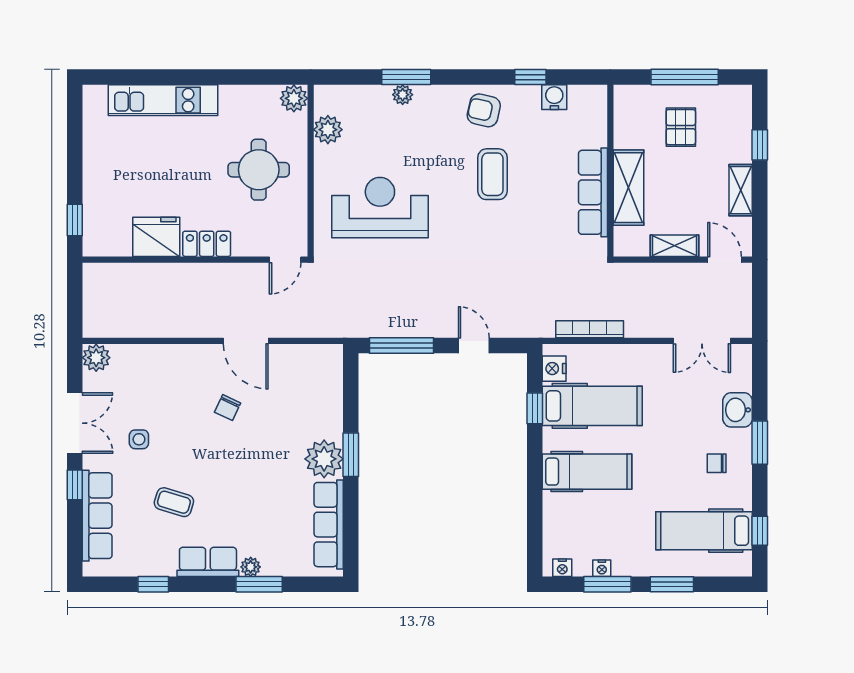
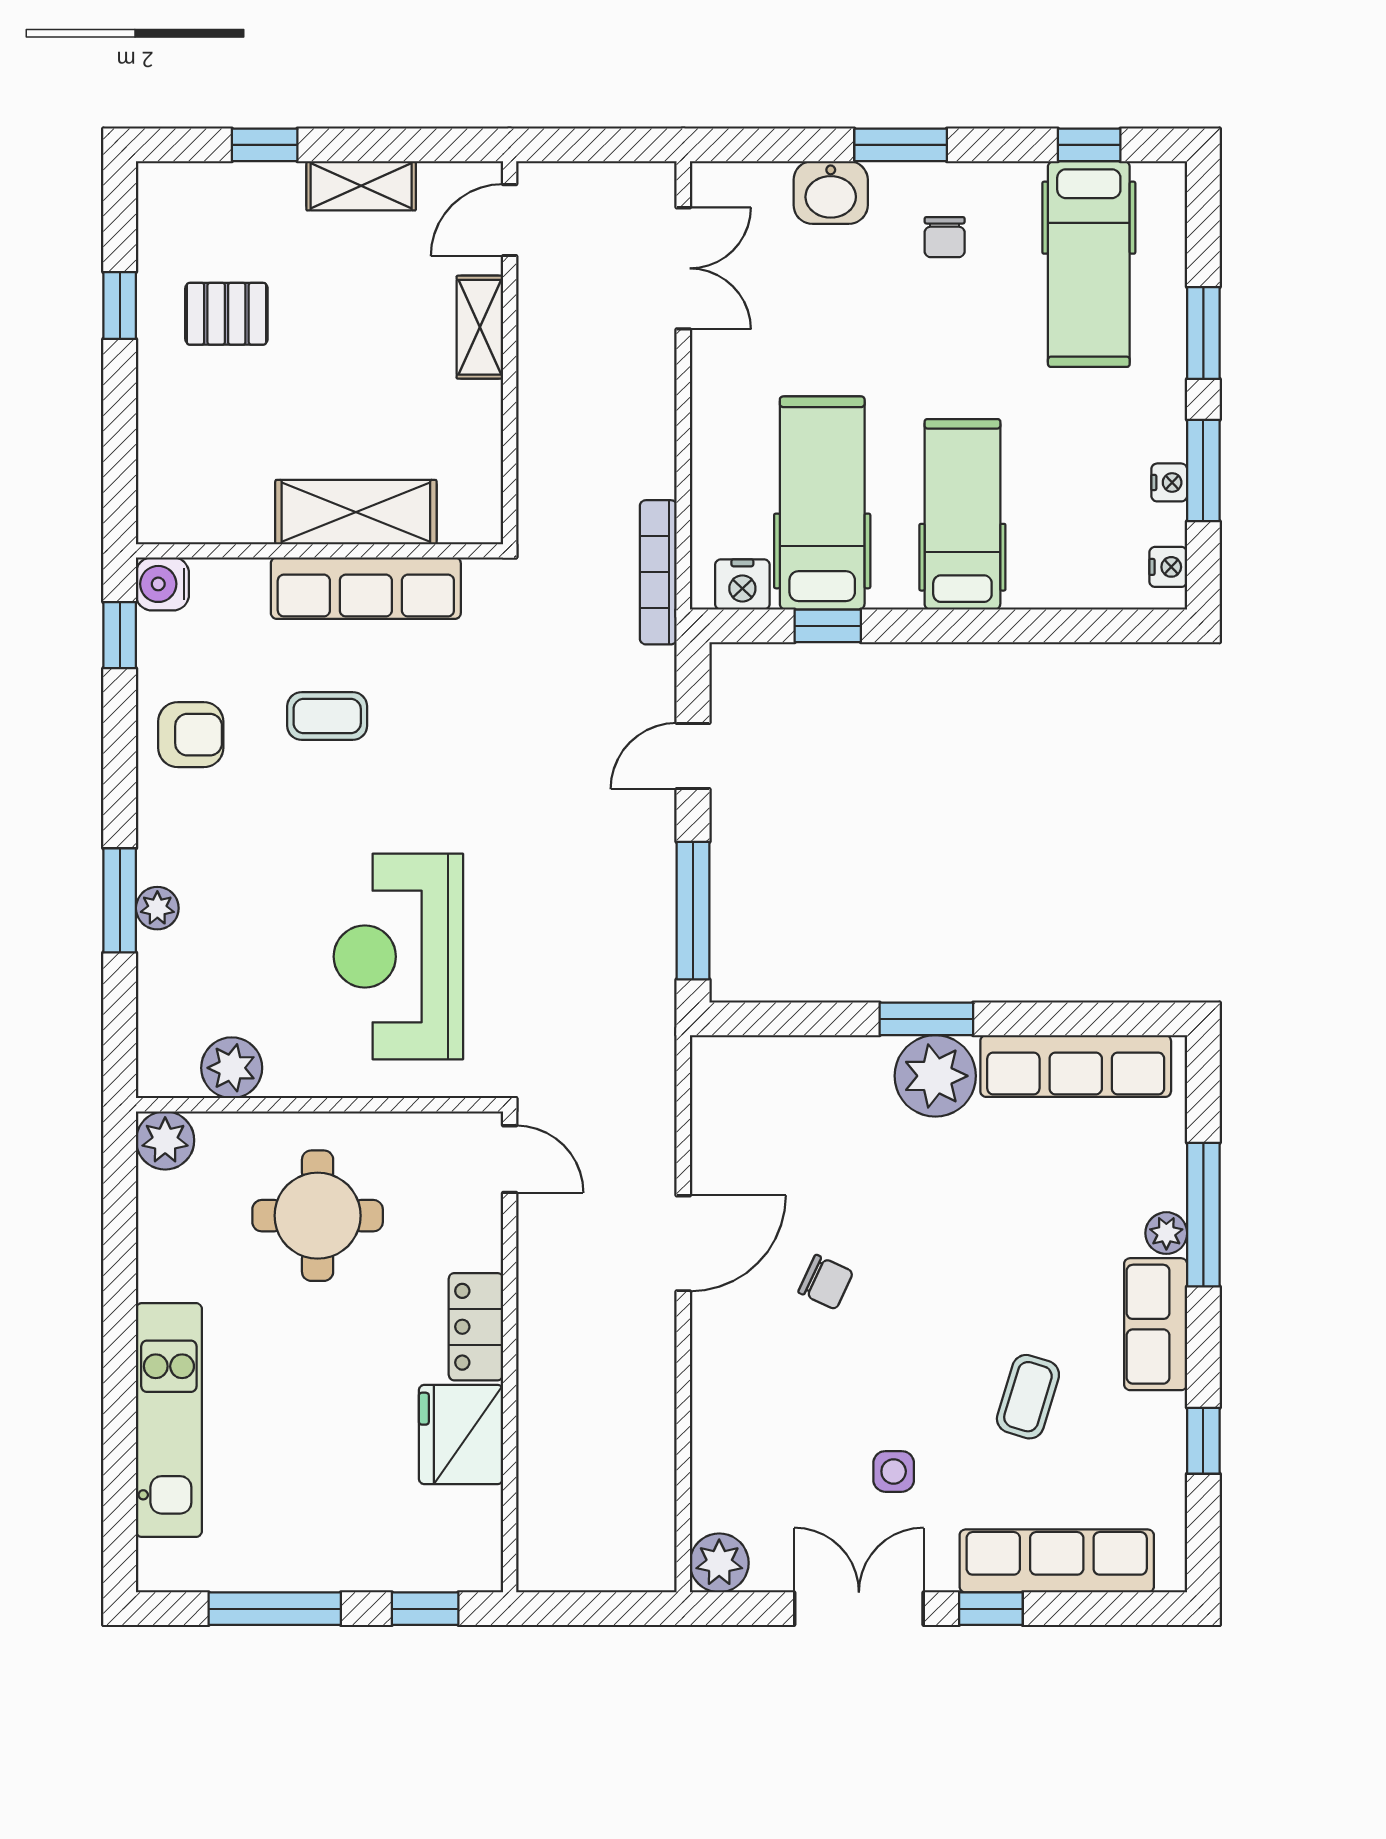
window: (685, 77) -> (120, 306), width x0.46
armchair: (484, 110) -> (191, 735), turned -103
window: (75, 150) -> (275, 1609), added
wall: (610, 171) -> (319, 551), moved
coffee table: (492, 174) -> (327, 716), width x0.73, depth x0.77
shelving: (629, 188) -> (356, 512), moved
row of seats: (593, 192) -> (366, 588), moved
bookcase: (590, 329) -> (658, 572), moved
window: (259, 584) -> (1203, 1215), width x1.44

